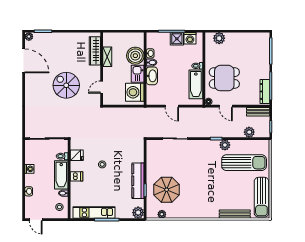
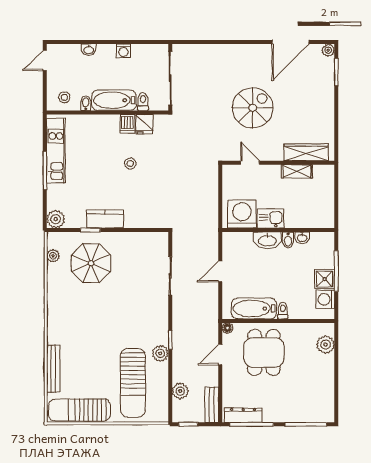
boiler: (135, 56) -> (298, 215), removed
dishwasher: (77, 176) -> (127, 124), moved
kitchen counter: (138, 181) -> (105, 219), width x0.67

